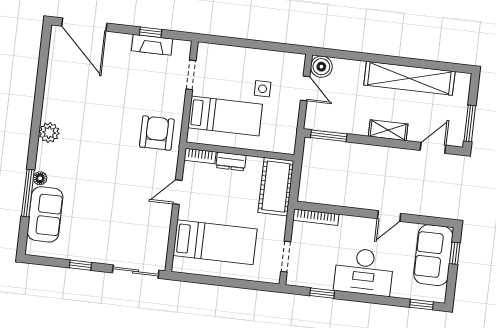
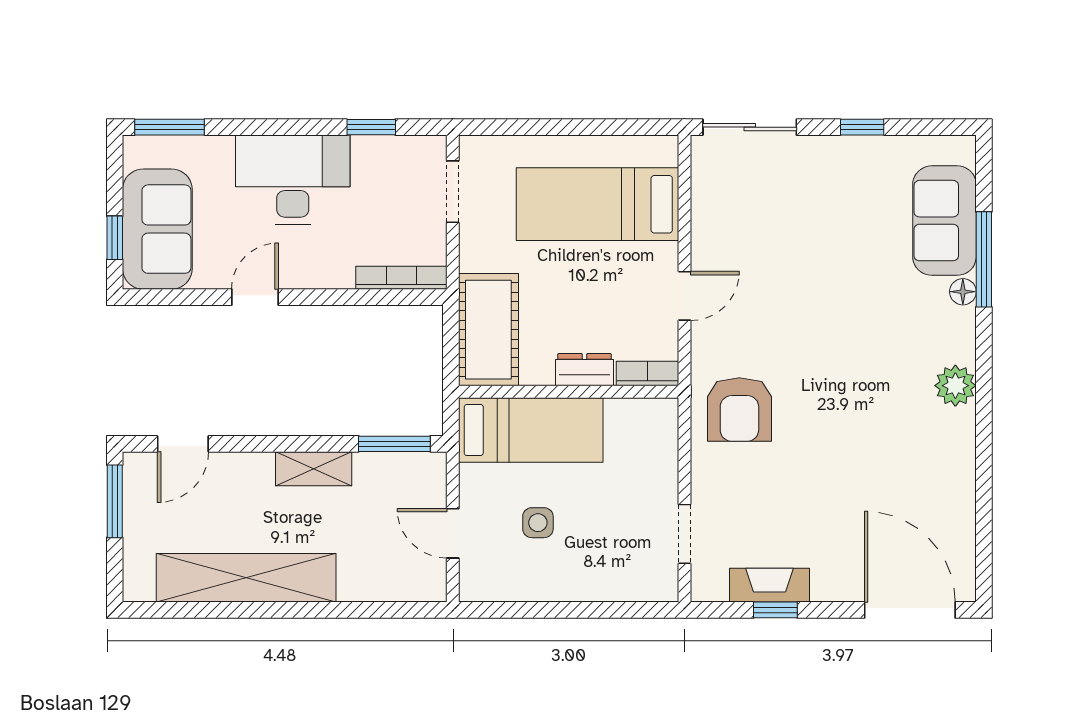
boiler: (321, 67) -> (425, 581), removed
bed: (225, 116) -> (531, 430), moved, turned 180
shelving: (388, 130) -> (314, 469), moved
window: (422, 305) -> (169, 127), width x1.50

